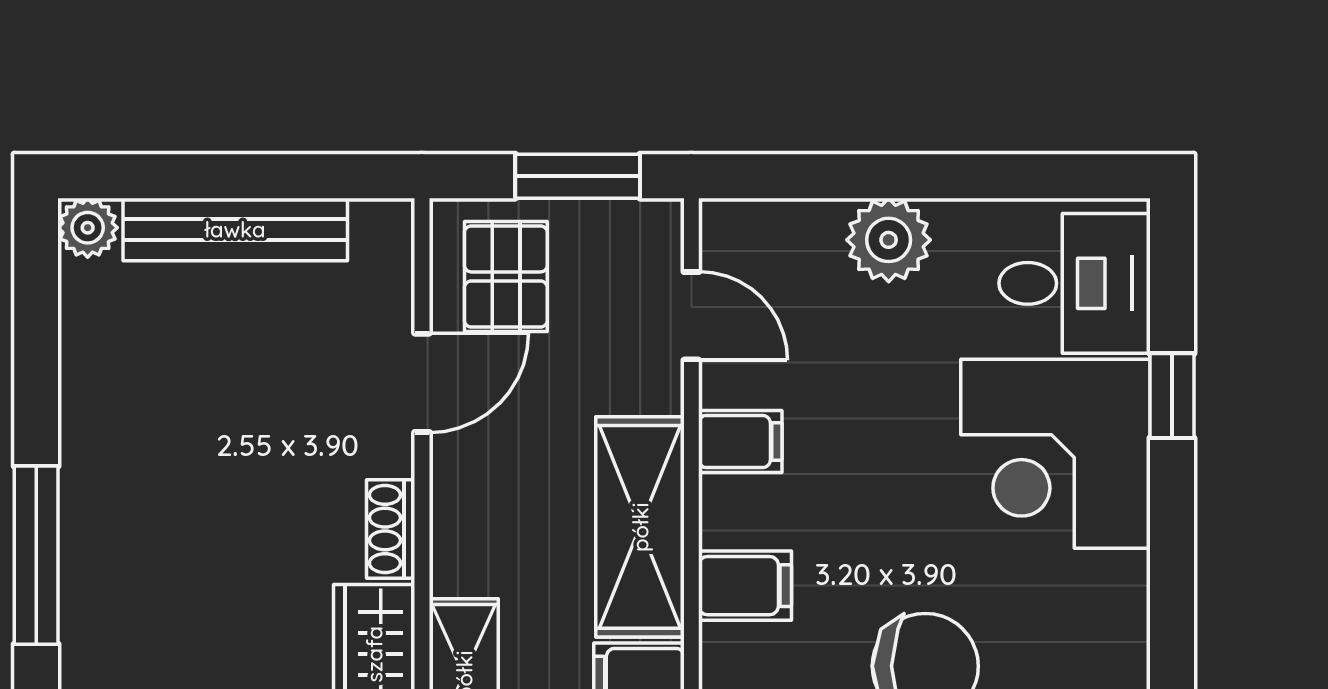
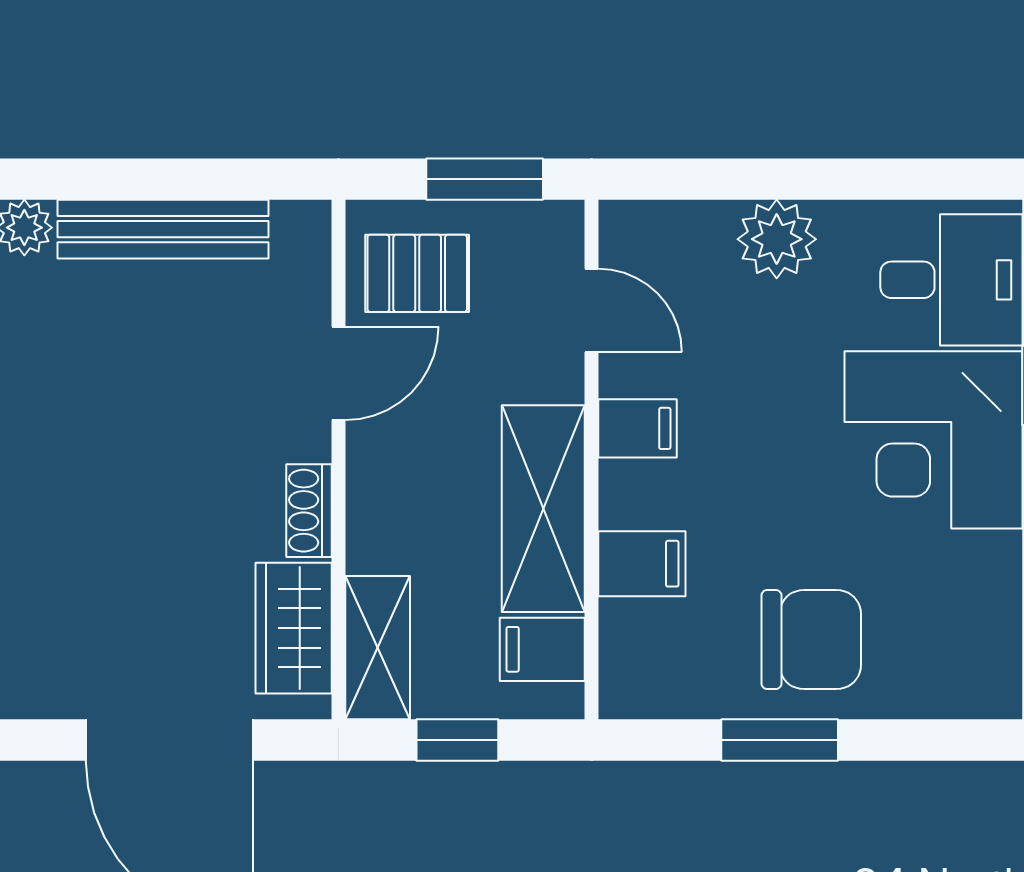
pallet: (506, 276) -> (417, 273), turned 90

